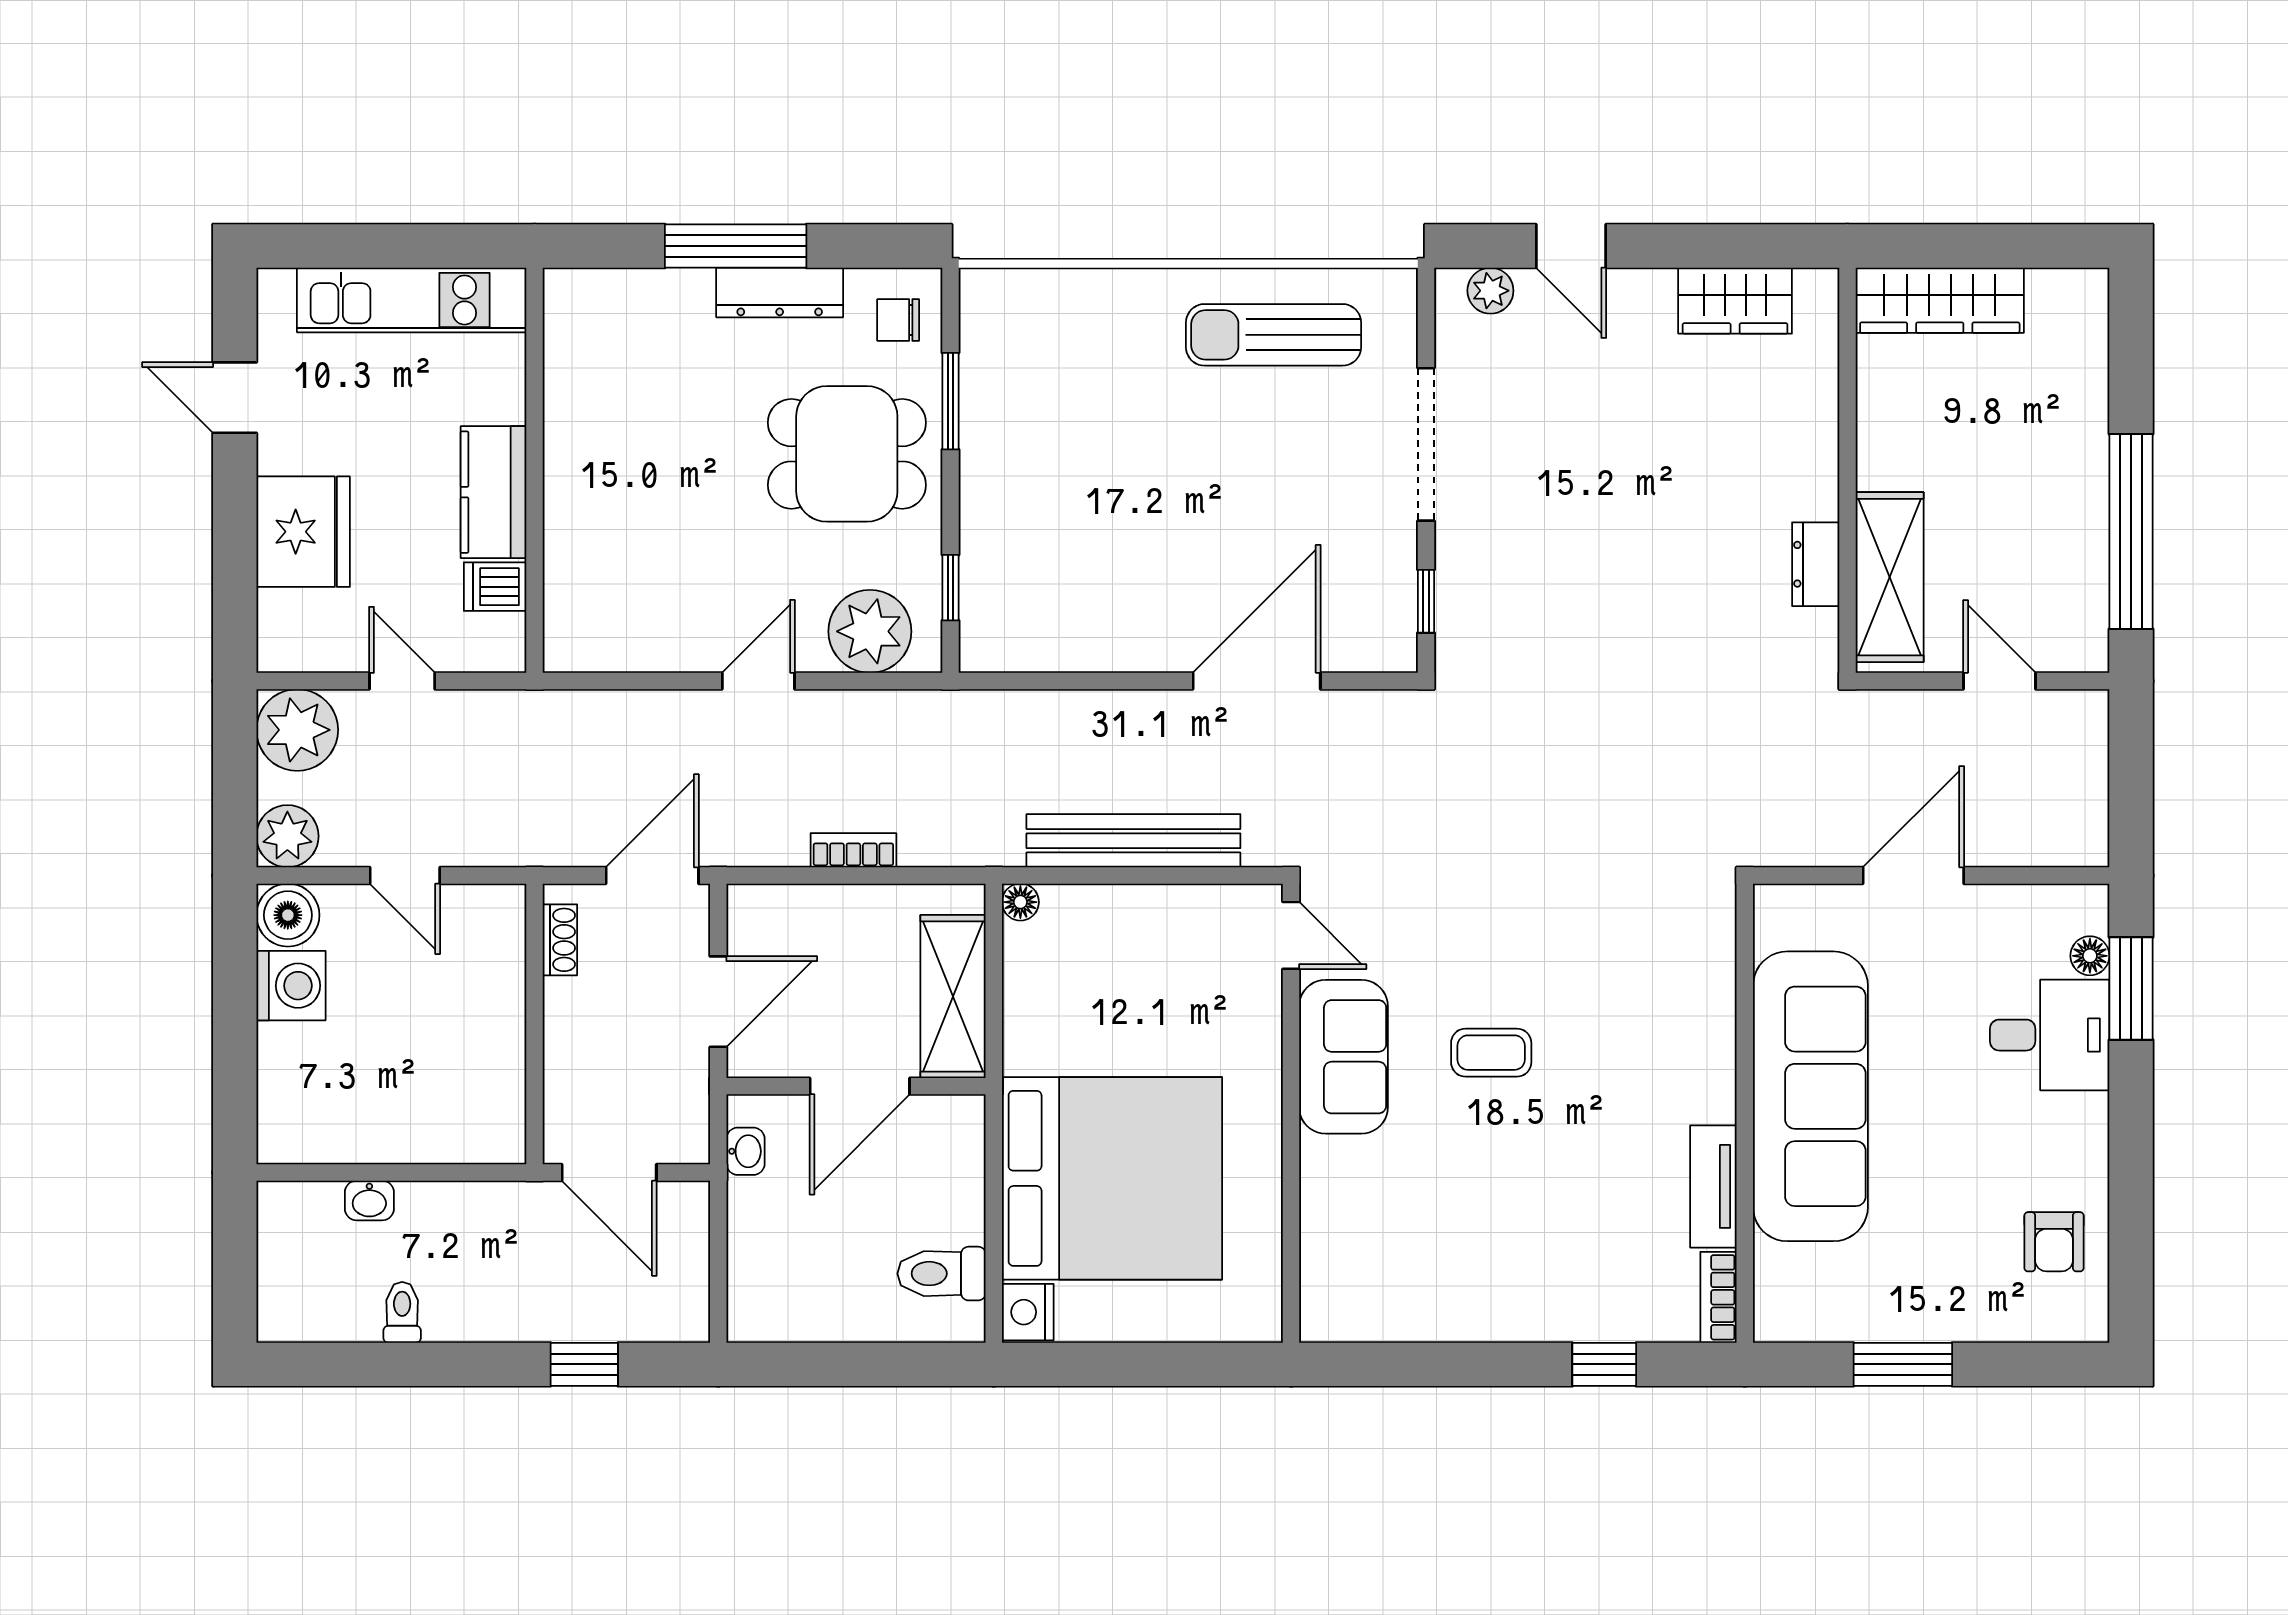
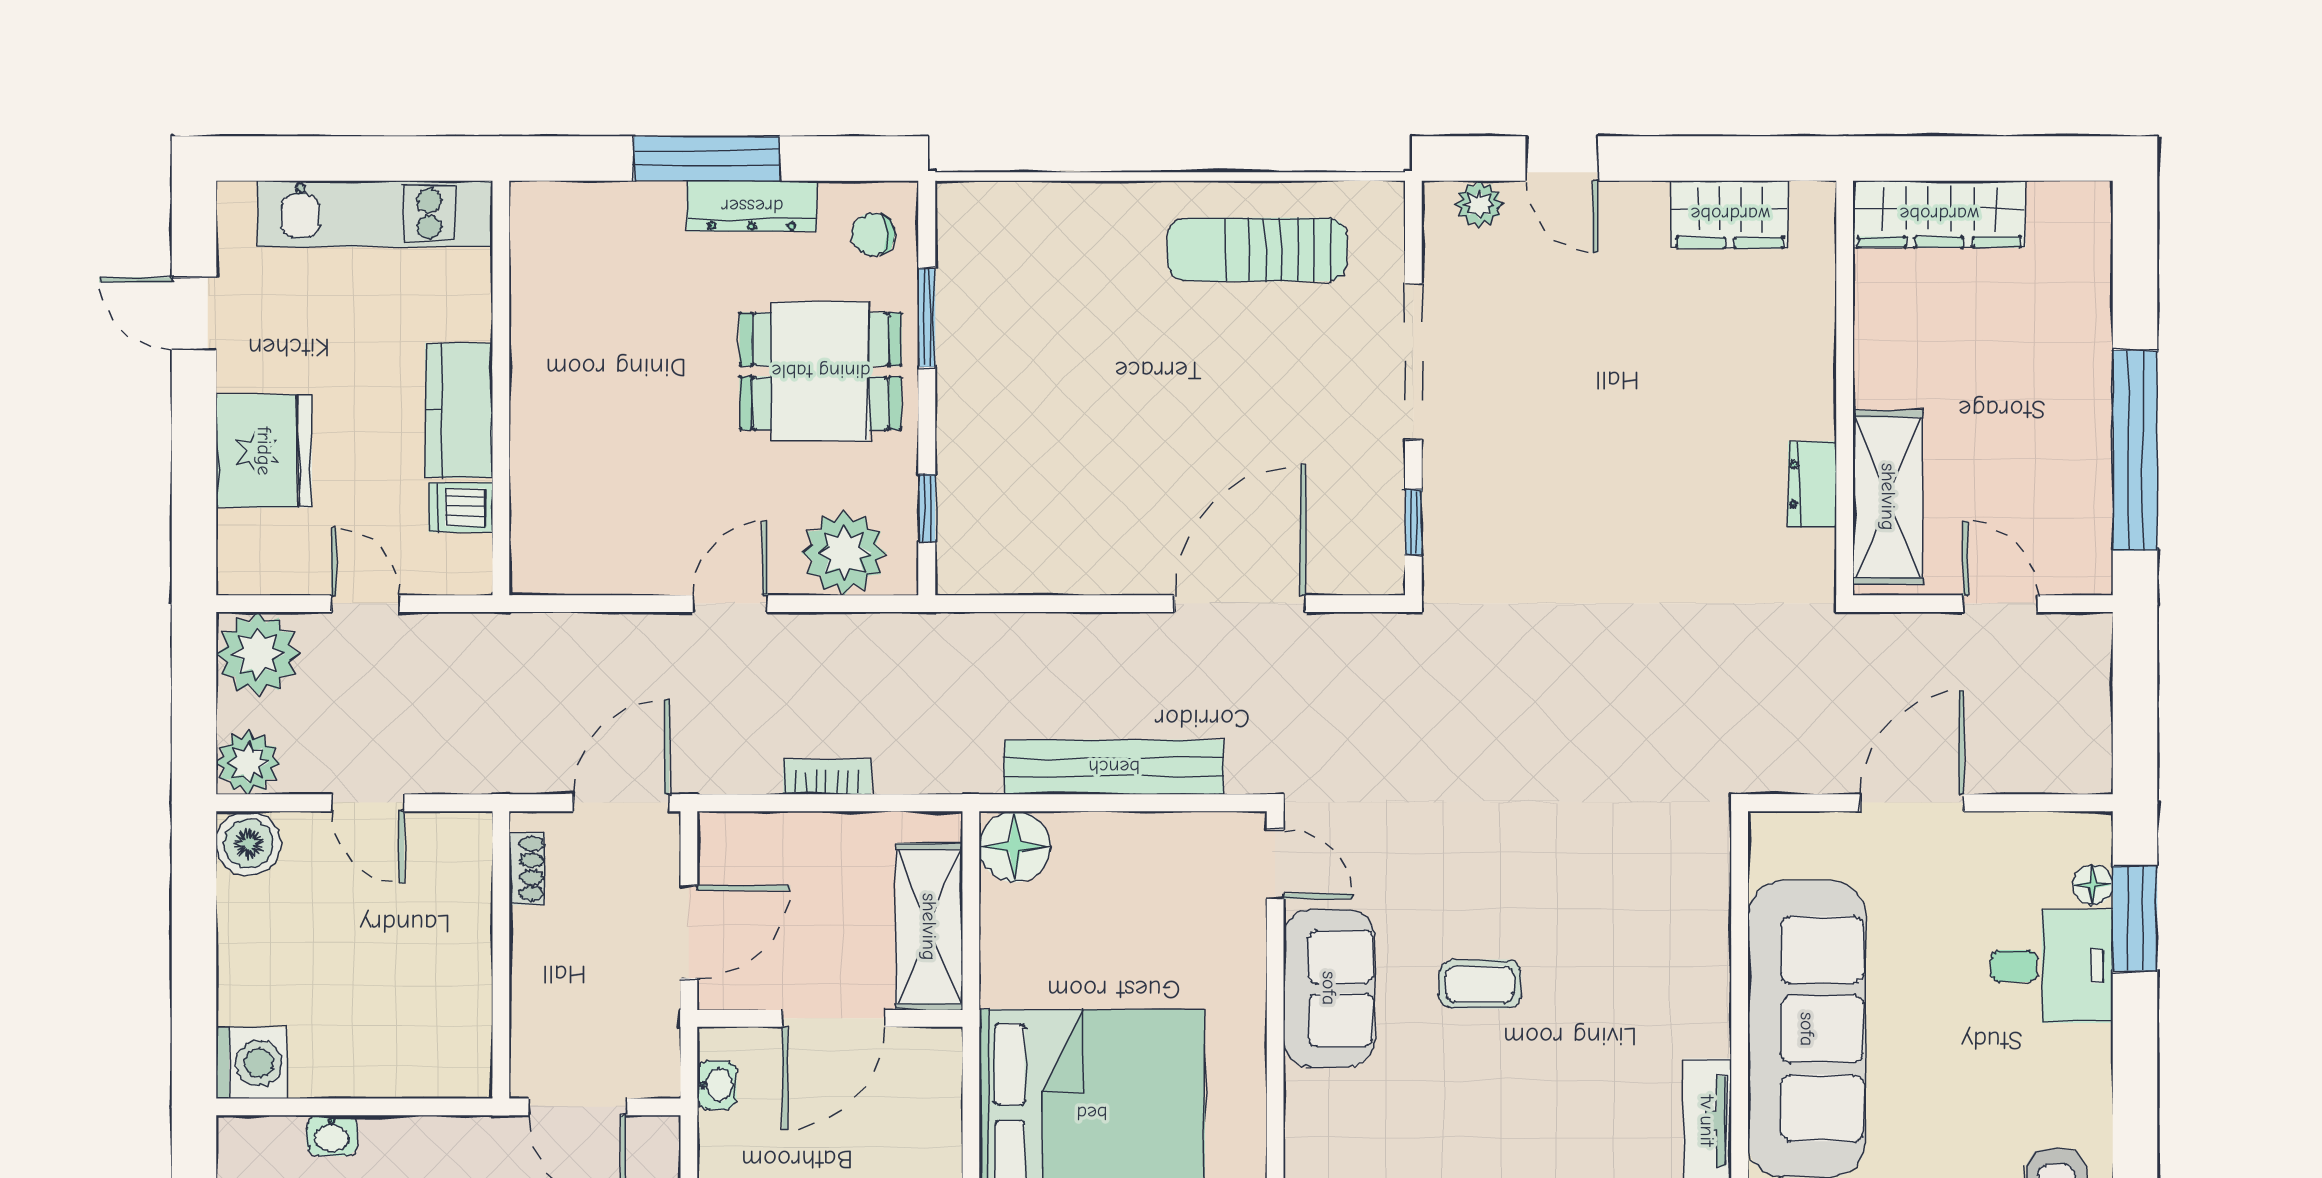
floor lamp: (1020, 902) -> (1015, 847), width x1.89, depth x1.89
washing machine: (291, 986) -> (252, 1063), moved

